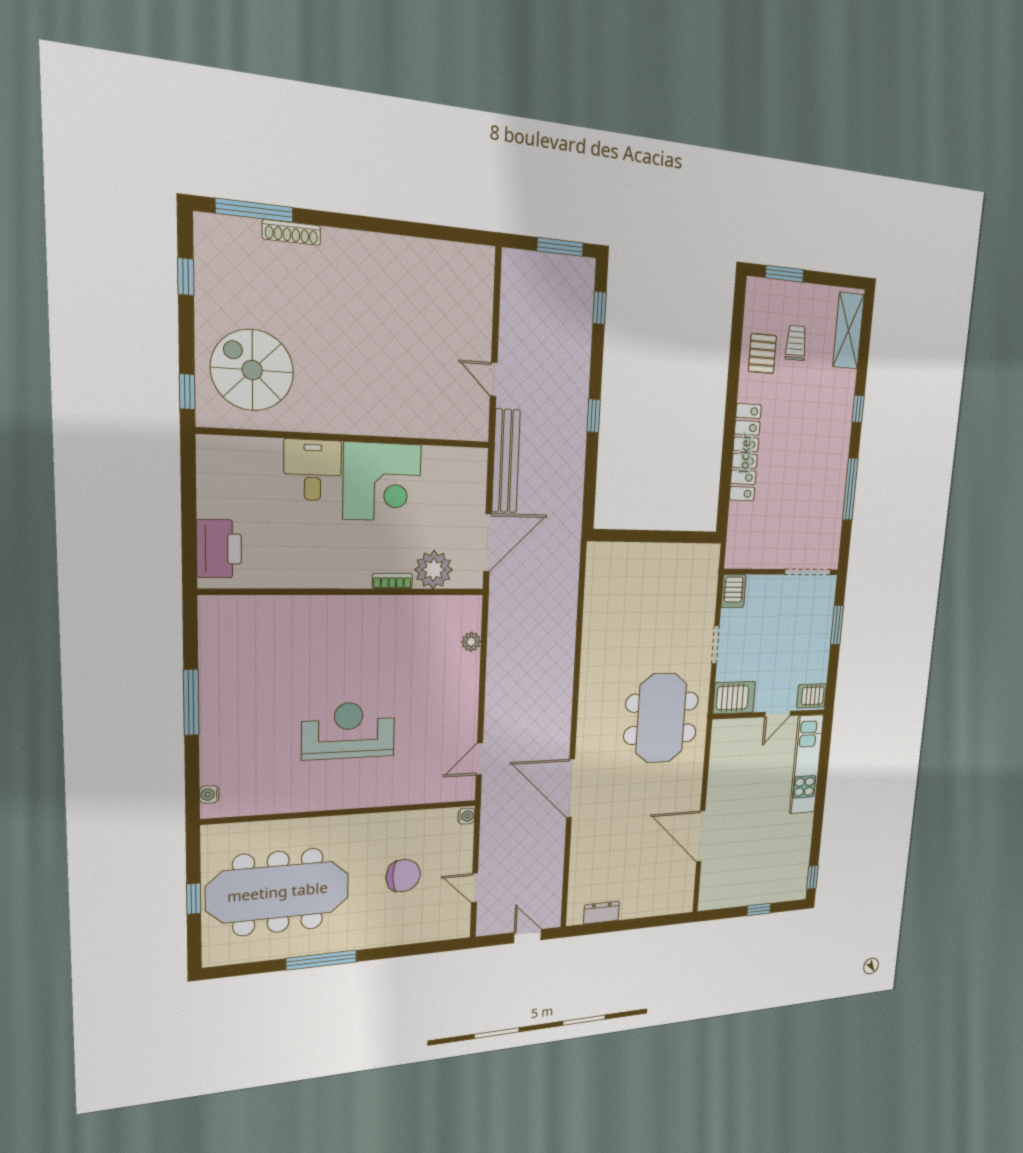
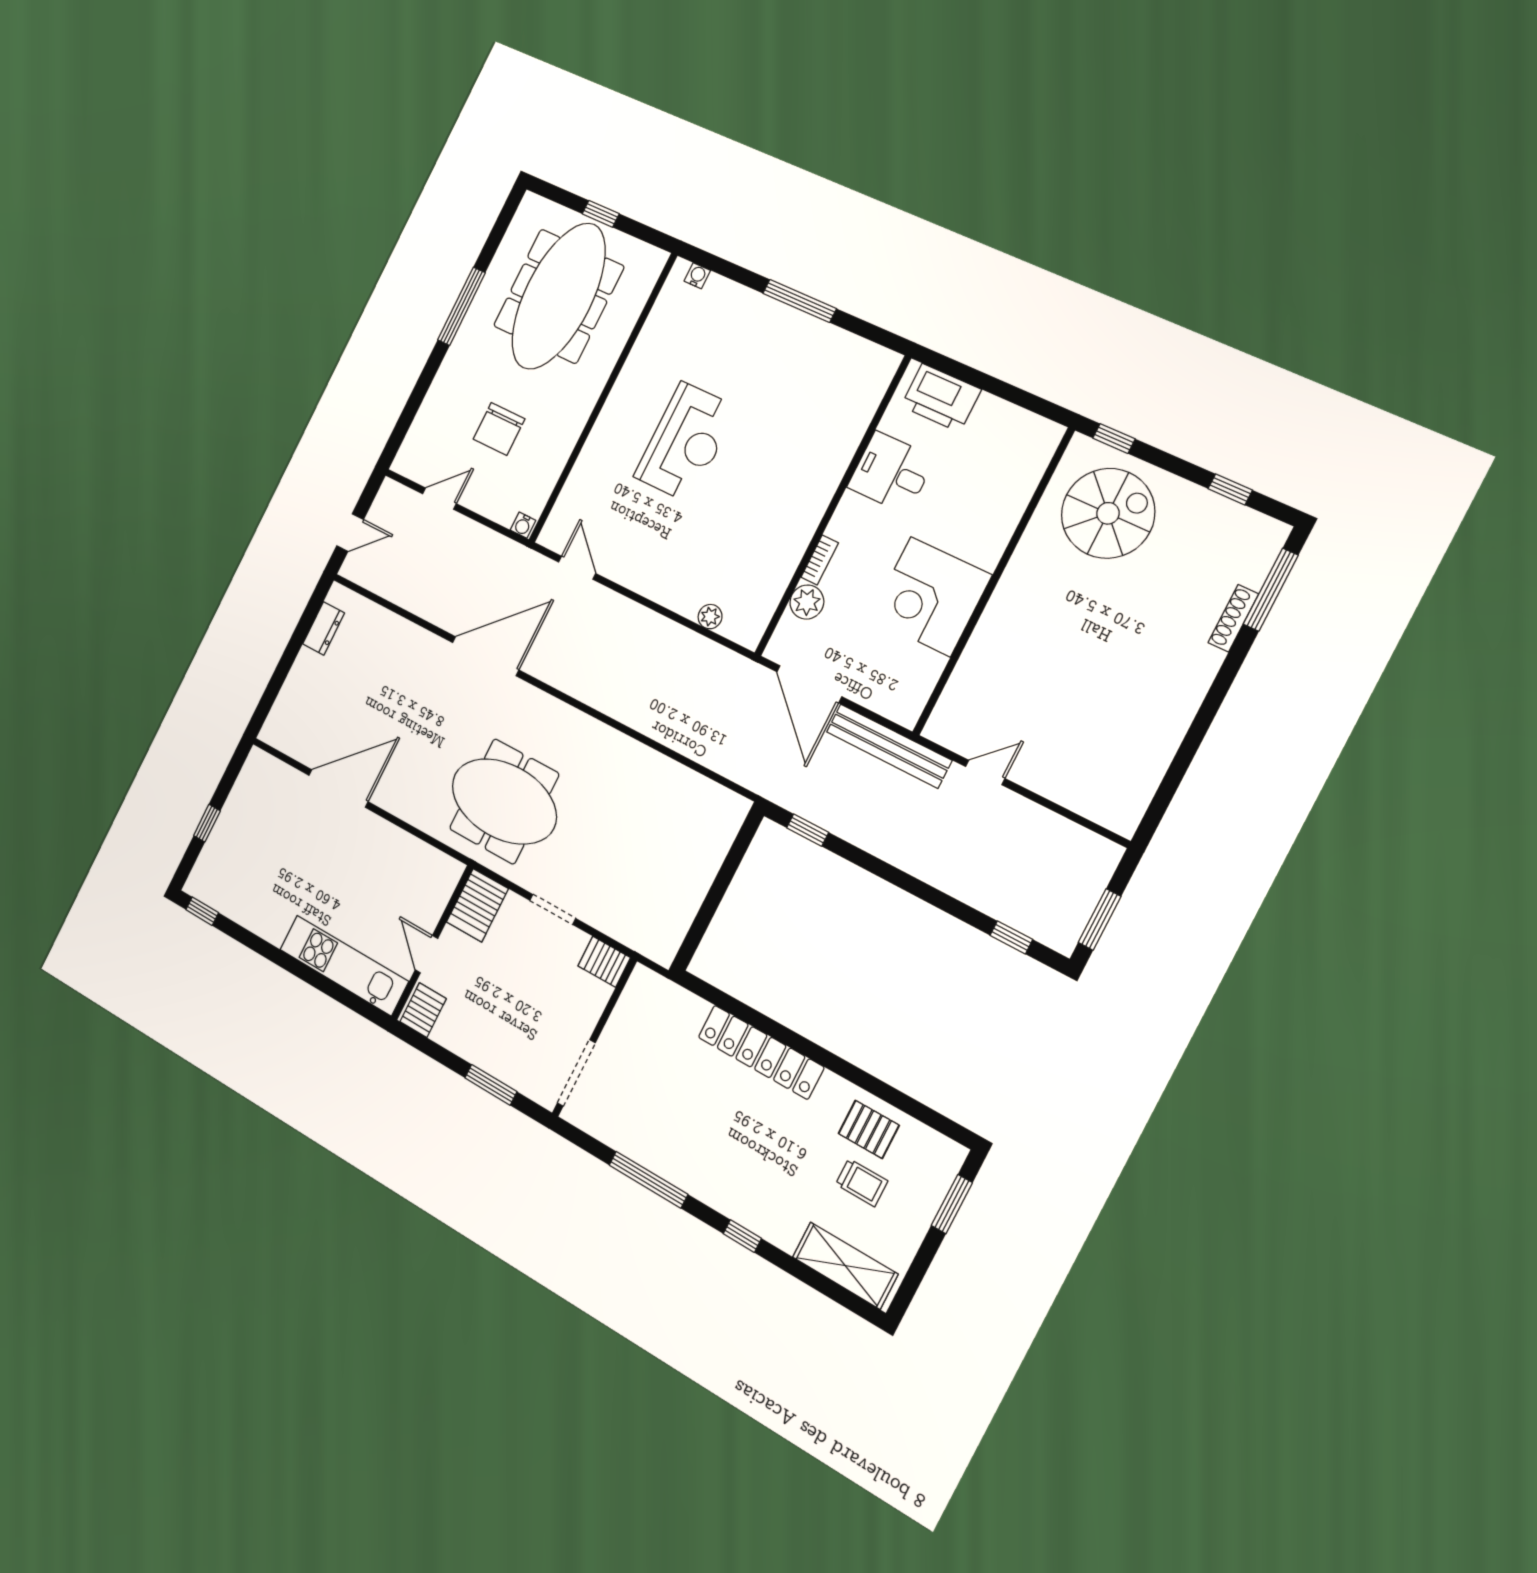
window: (594, 416) -> (808, 830), moved
desk: (313, 470) -> (891, 472), moved, turned 180
plant: (434, 570) -> (807, 602), width x0.73, depth x0.73

